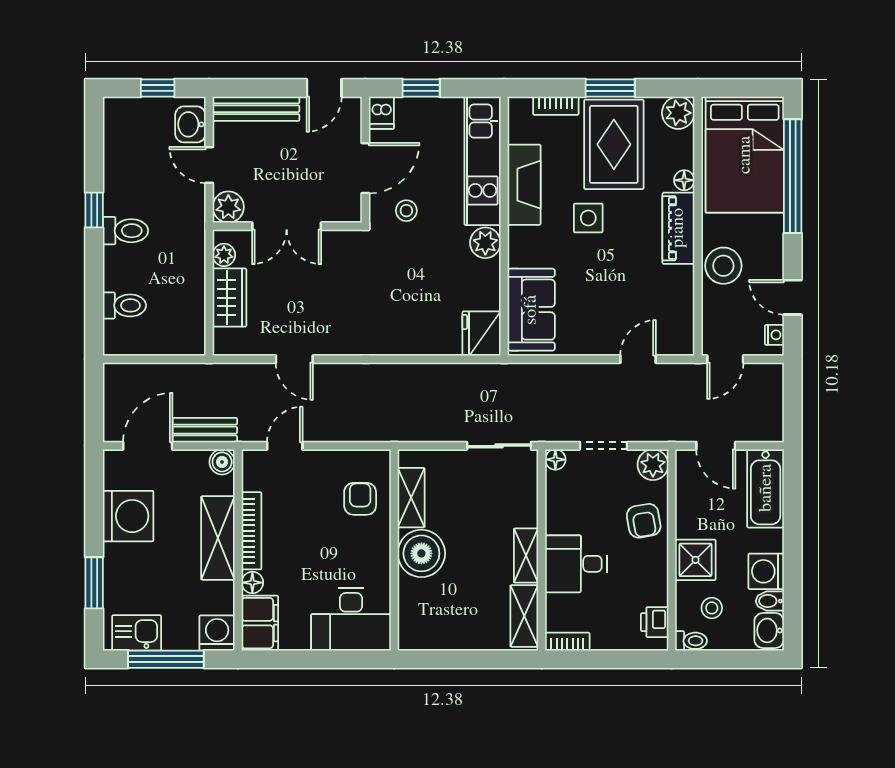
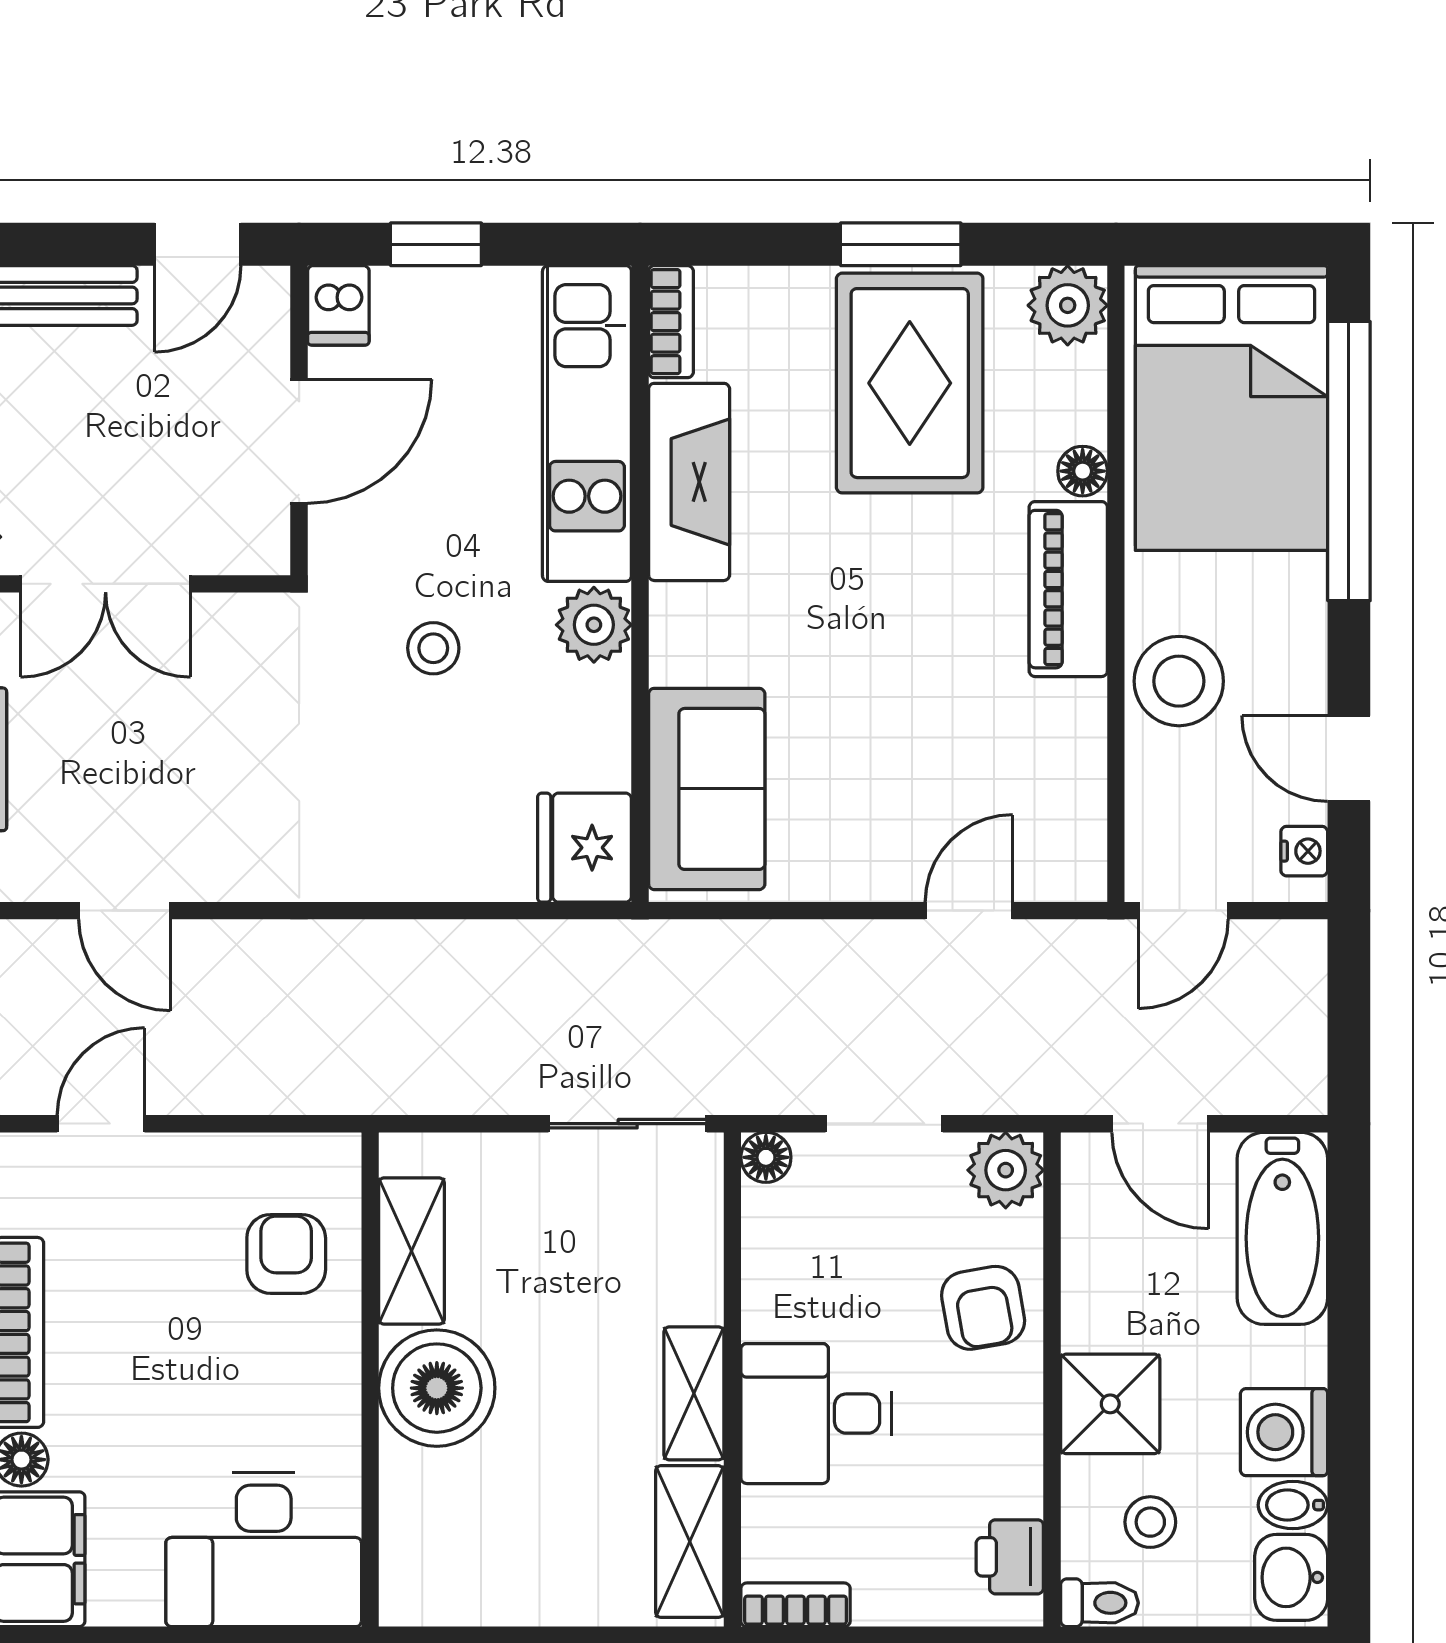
bookcase: (556, 106) -> (671, 322), moved, turned -90
stool: (406, 211) -> (433, 648), moved
side table: (588, 218) -> (847, 564), removed

